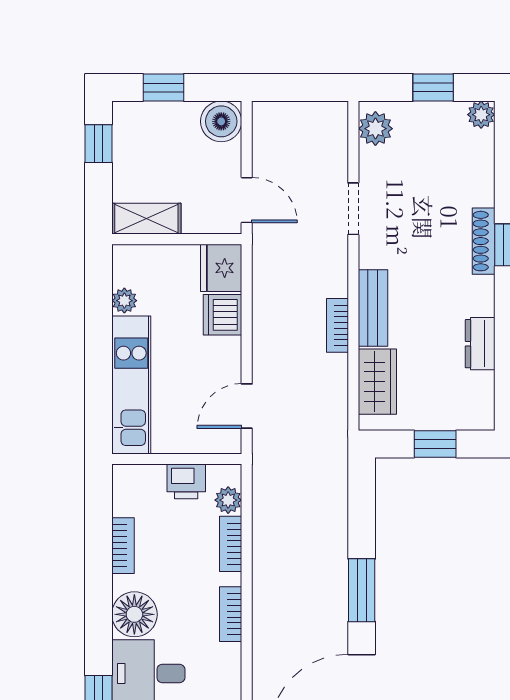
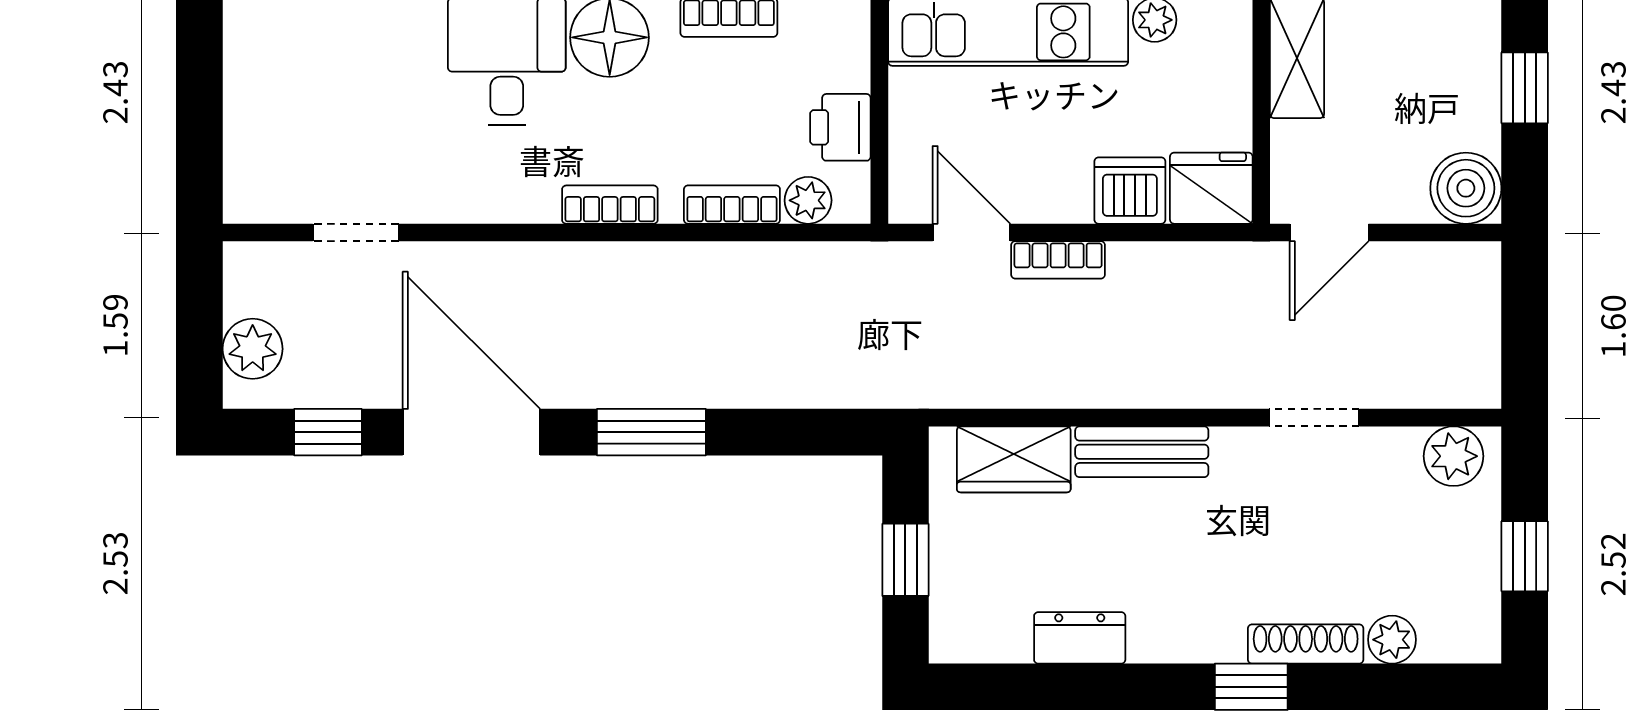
plant: (481, 115) -> (1392, 640), moved
shoe rack: (484, 241) -> (1306, 644), moved
bookcase: (338, 325) -> (1058, 260), moved, turned 180

